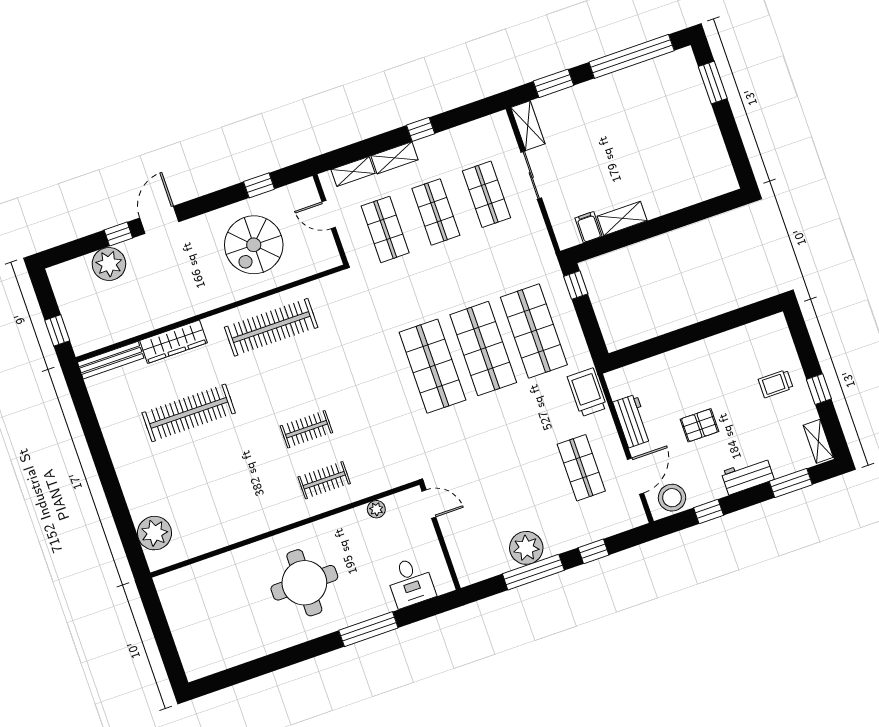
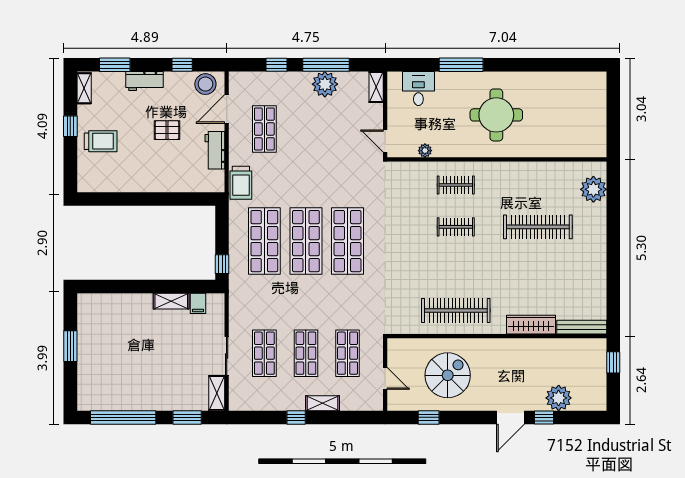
window: (713, 82) -> (70, 346), moved
shelving: (353, 171) -> (376, 87), moved, turned 90
trolley: (776, 384) -> (101, 141), width x1.36, depth x1.39
clothes rail: (189, 413) -> (538, 227), moved

